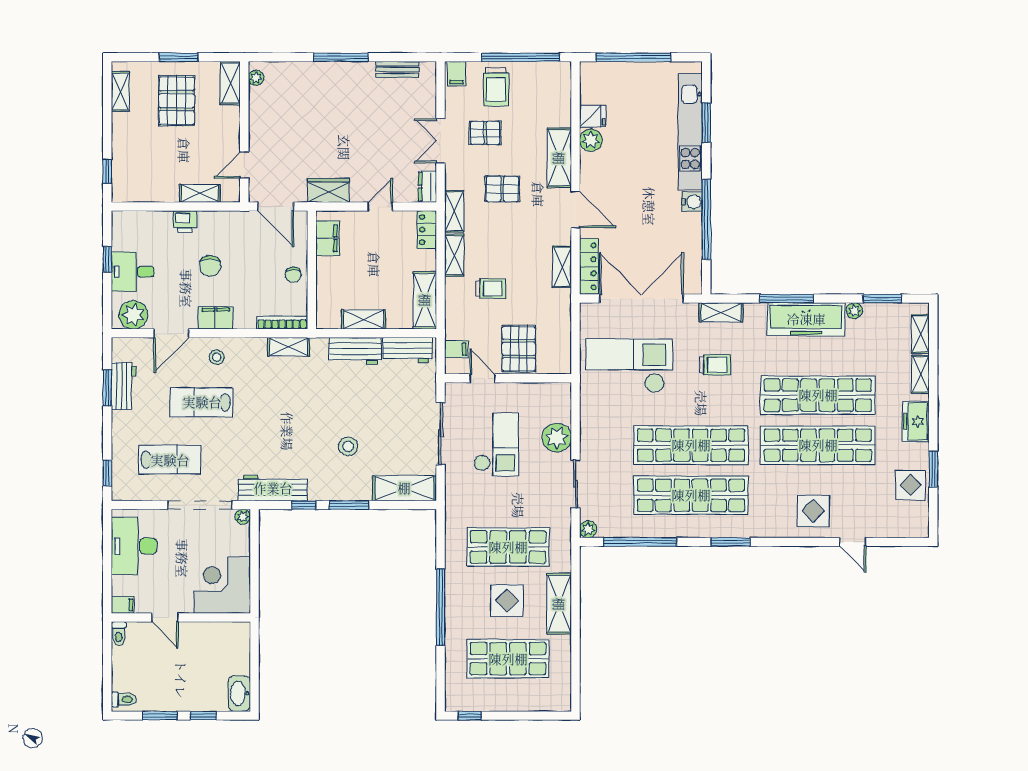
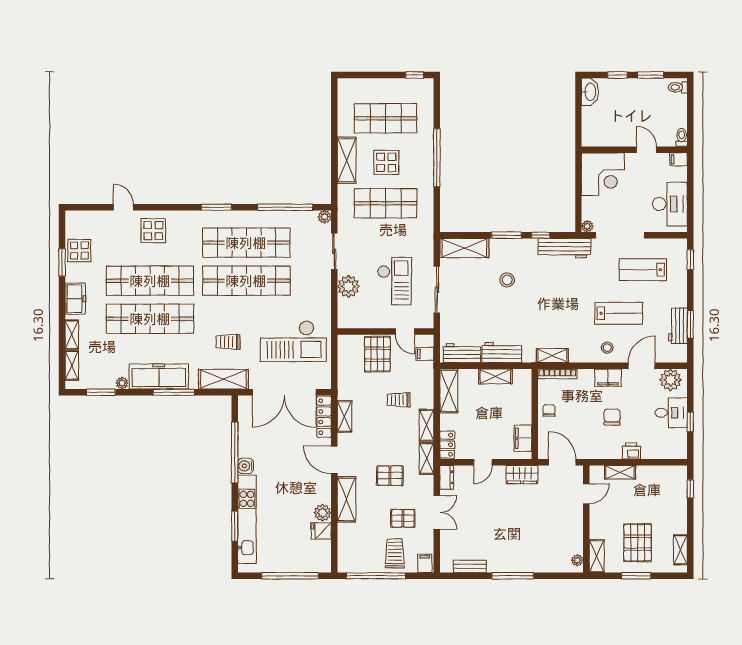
shelving: (721, 312) -> (223, 379), width x1.50, depth x1.33
checkout: (496, 445) -> (394, 281), turned 180

